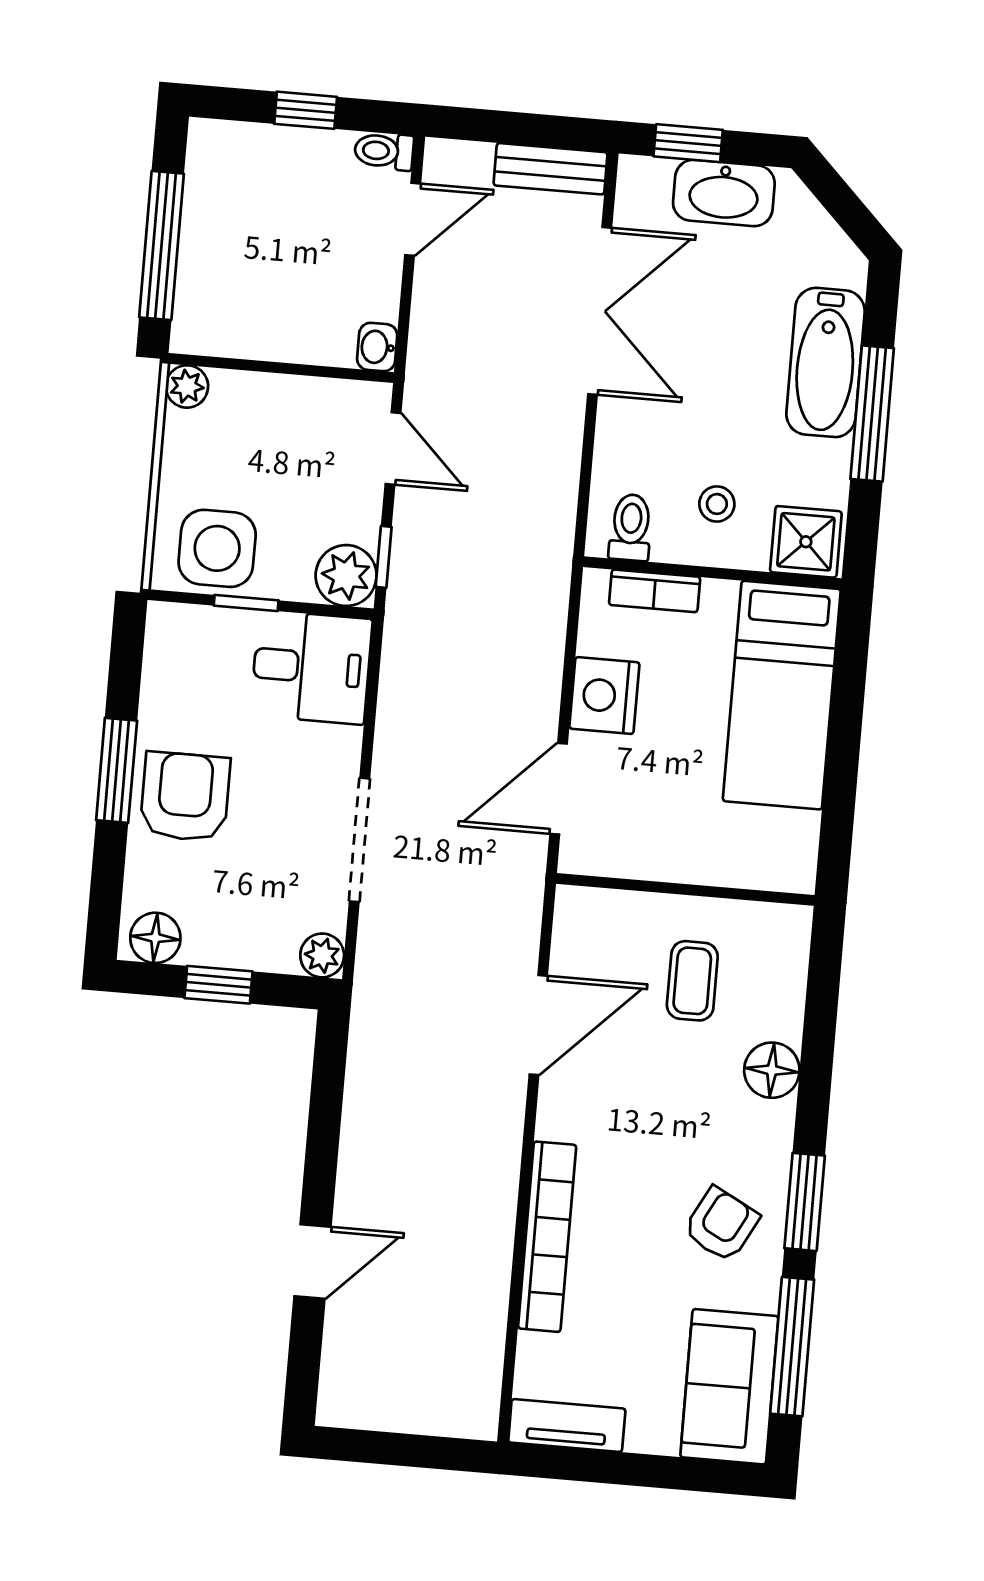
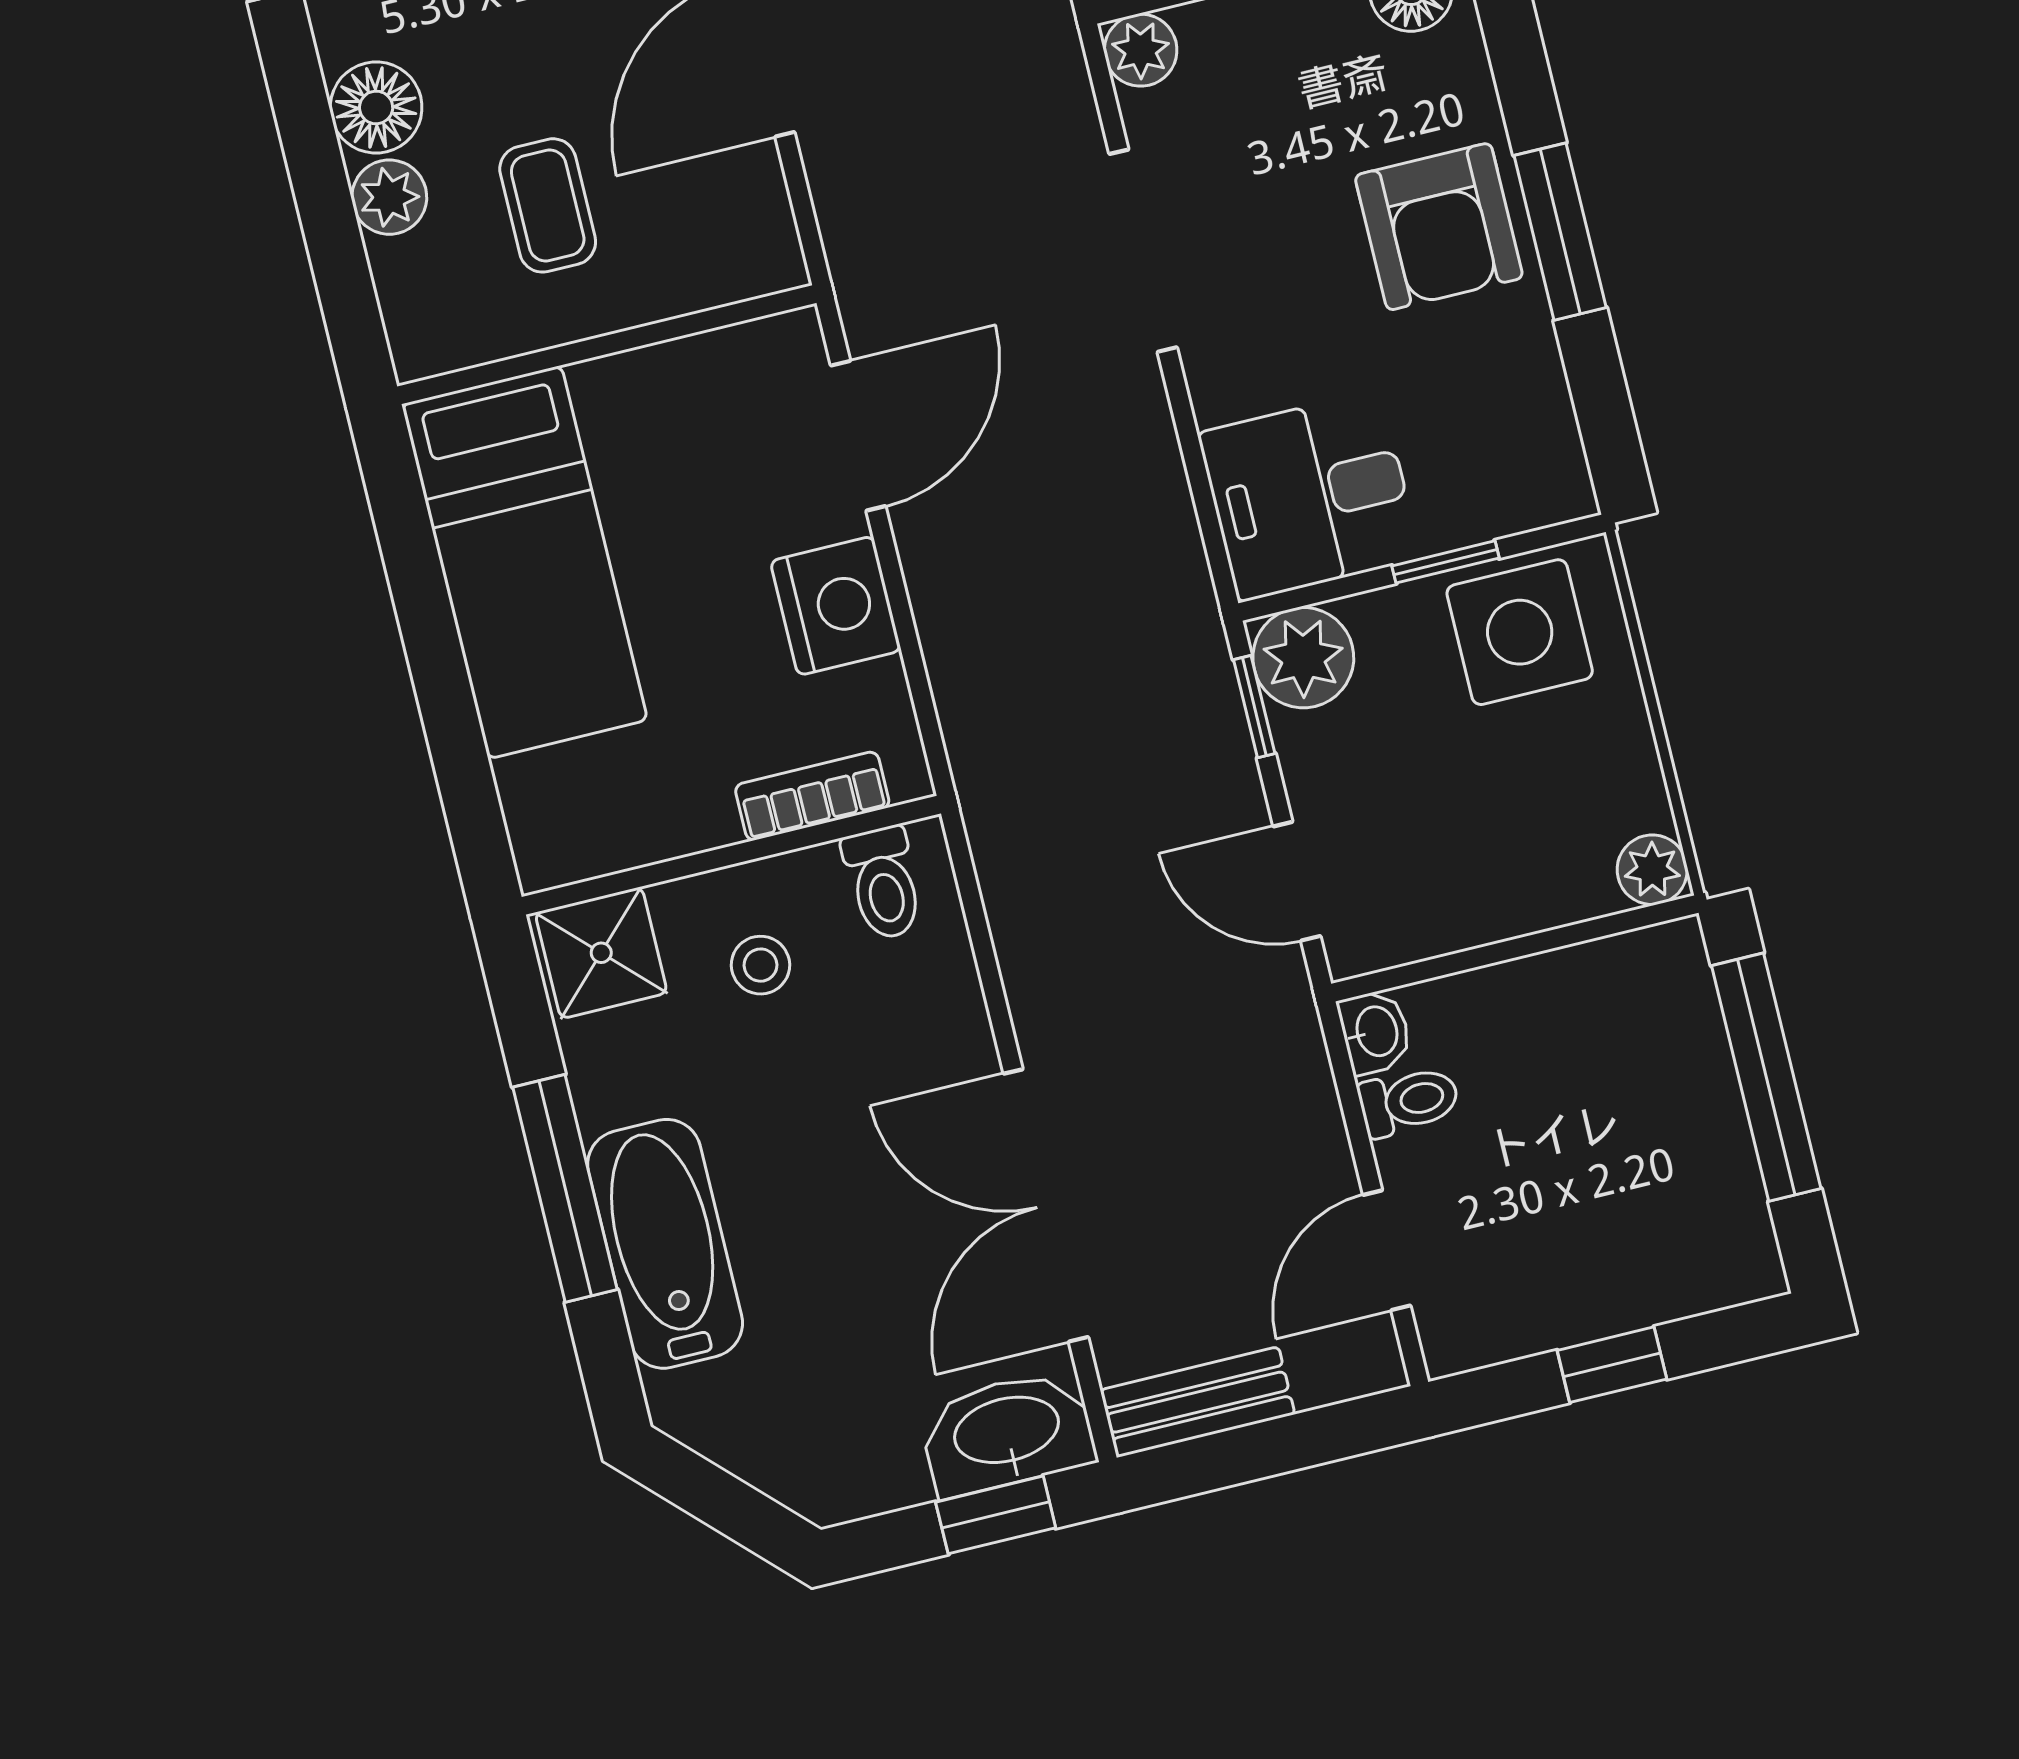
toilet: (384, 151) -> (1409, 1101), moved
washbasin: (724, 193) -> (1007, 1433), moved
bed: (782, 695) -> (525, 562), moved, turned 180
plant: (782, 1016) -> (389, 197), added

